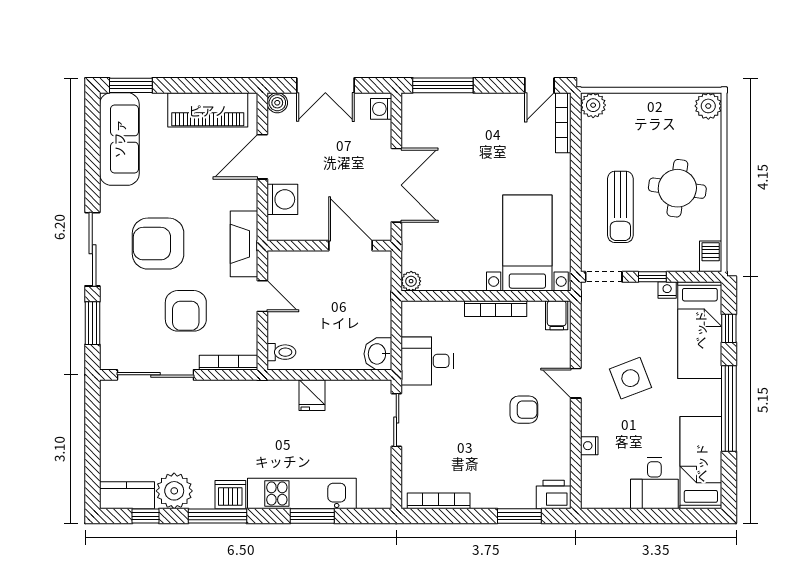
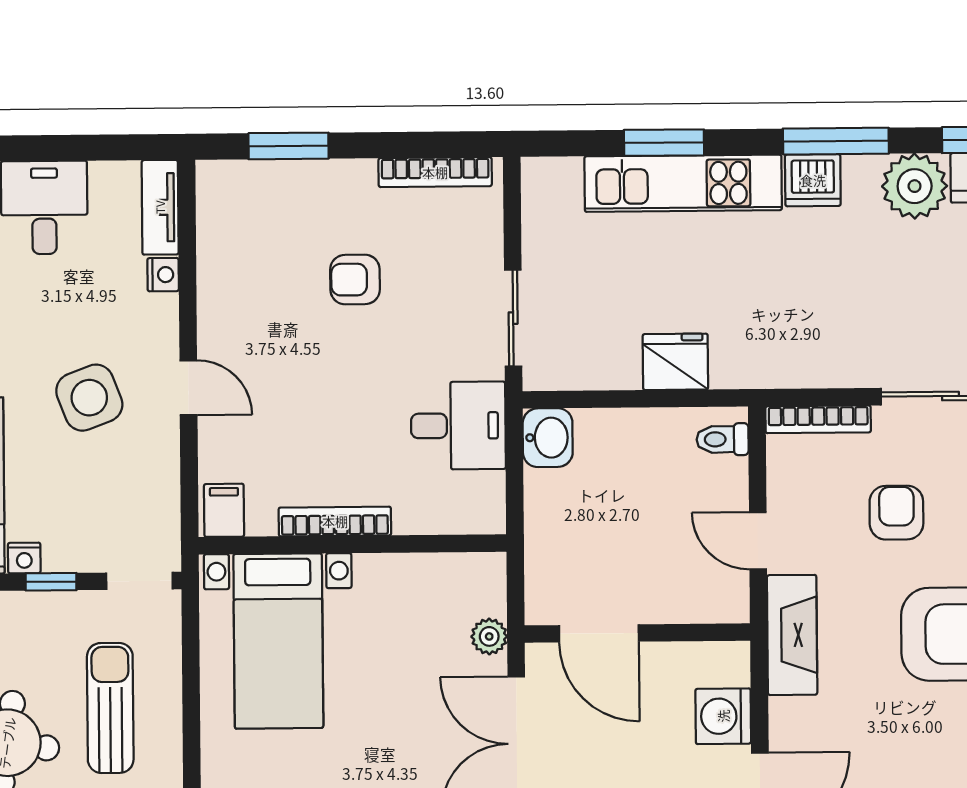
plant: (411, 281) -> (489, 636), moved
armchair: (186, 311) -> (896, 513), width x0.72, depth x0.72
fridge: (312, 395) -> (675, 362), width x1.38
armchair: (524, 410) -> (355, 280), moved
tv unit: (590, 483) -> (160, 207), added
printer: (554, 495) -> (227, 185), removed

